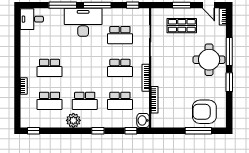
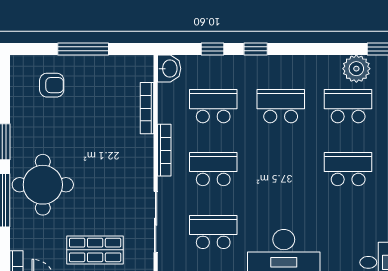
armchair: (204, 112) -> (52, 85), width x0.53, depth x0.53
plant: (73, 120) -> (356, 69), moved
window: (131, 131) -> (212, 49), moved
window: (198, 131) -> (83, 49), moved

